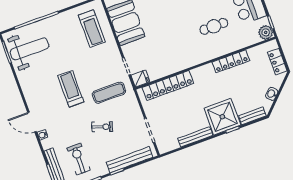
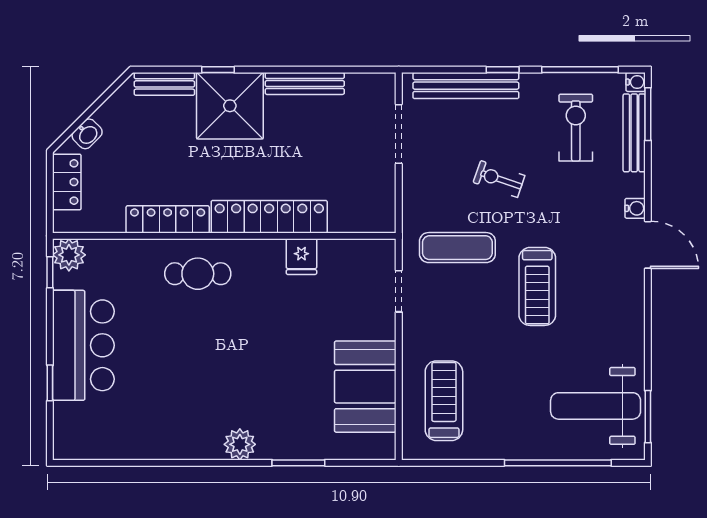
cafe table: (214, 26) -> (198, 274), moved
fridge: (140, 79) -> (301, 257), moved, turned -90
locker: (168, 86) -> (269, 217), moved
washbasin: (272, 94) -> (87, 134), moved
exercise bike: (79, 159) -> (576, 128), turned 180

